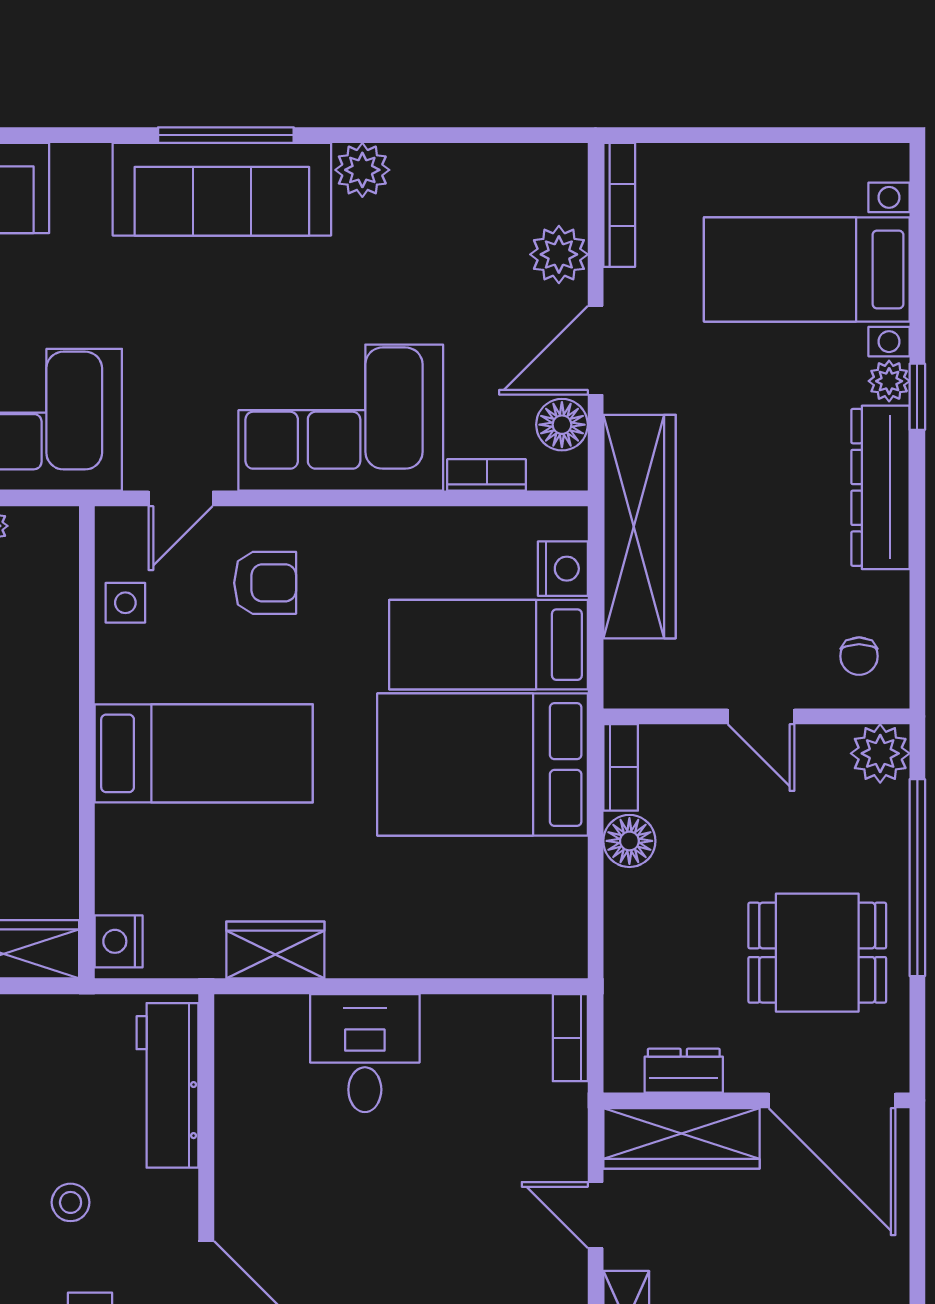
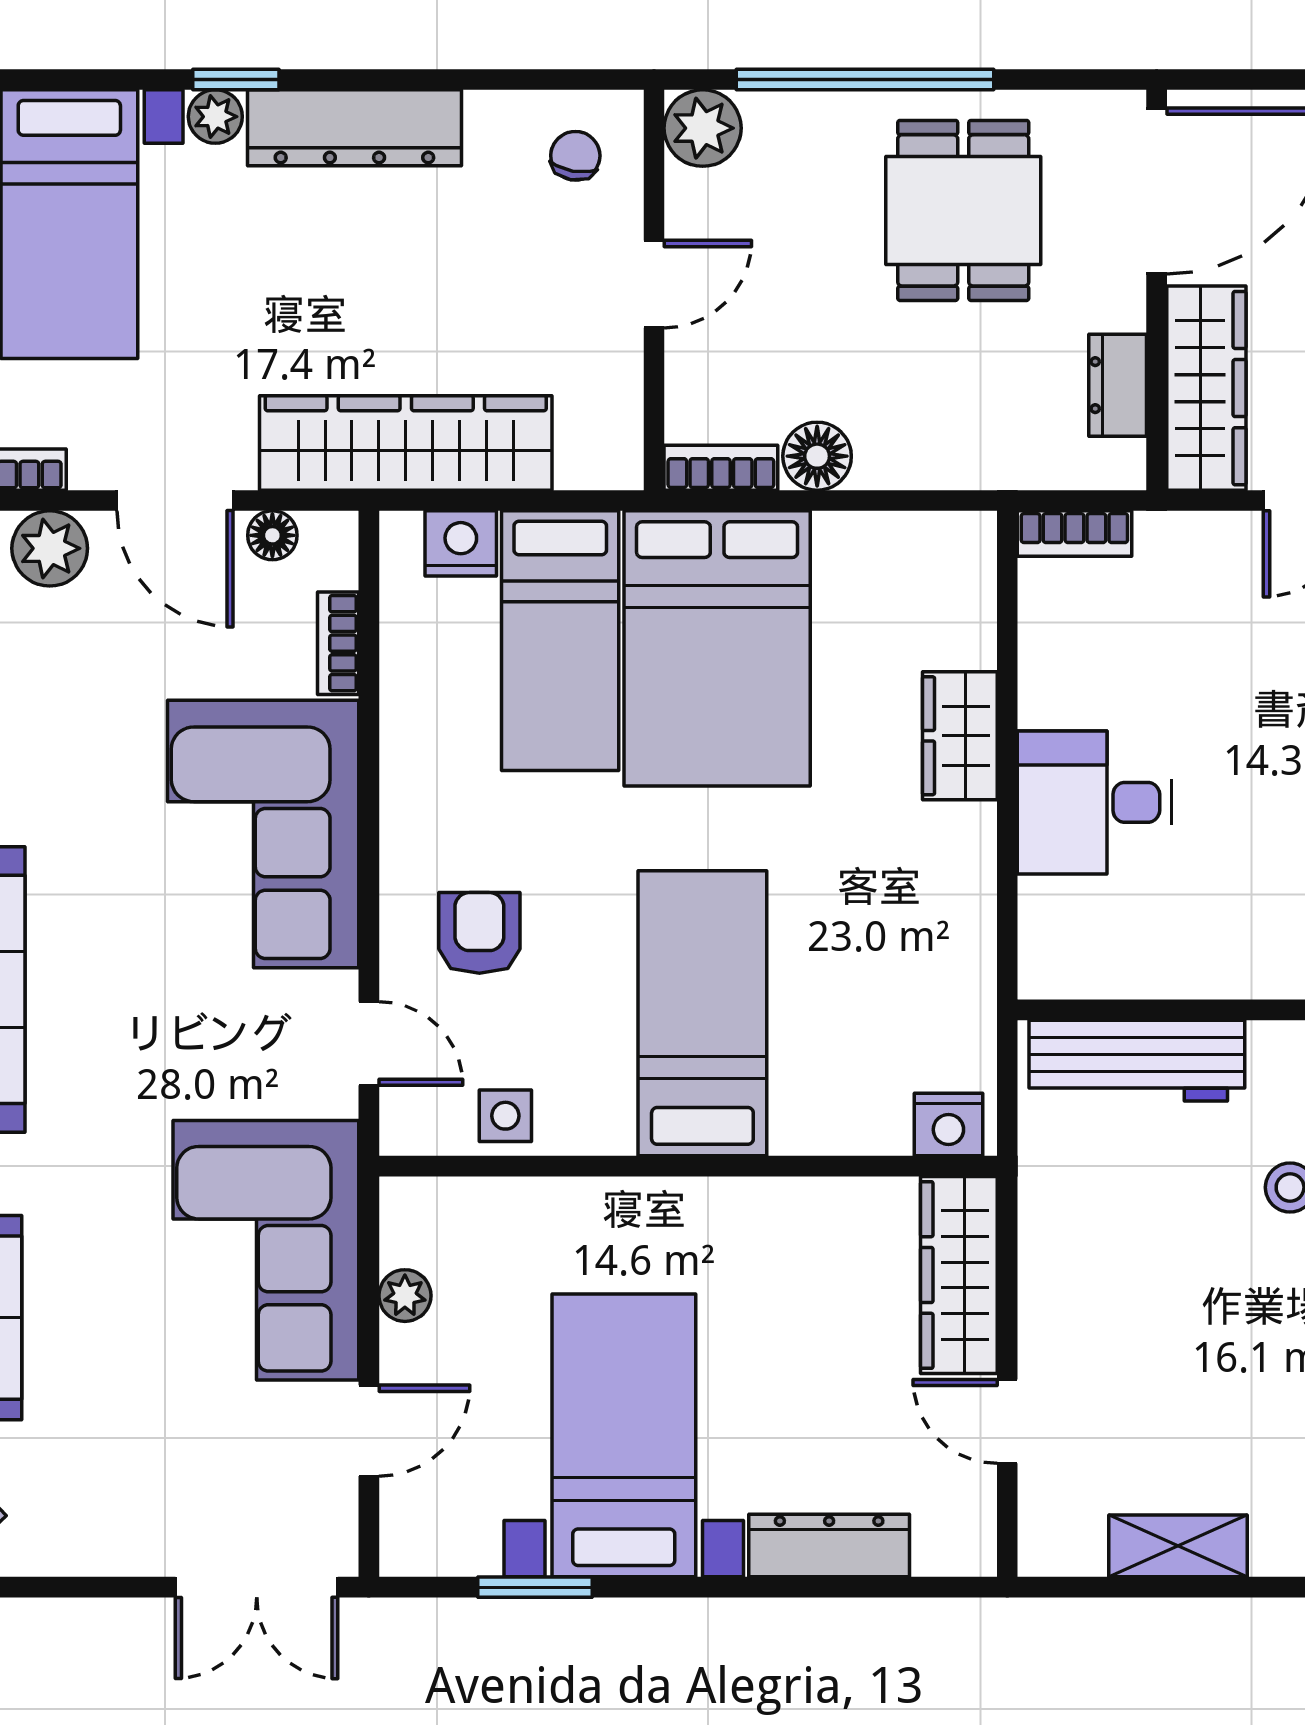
floor lamp: (562, 425) -> (272, 535), width x0.73, depth x0.73
chair: (859, 656) -> (575, 156), turned -80
wardrobe: (275, 950) -> (960, 736), moved

